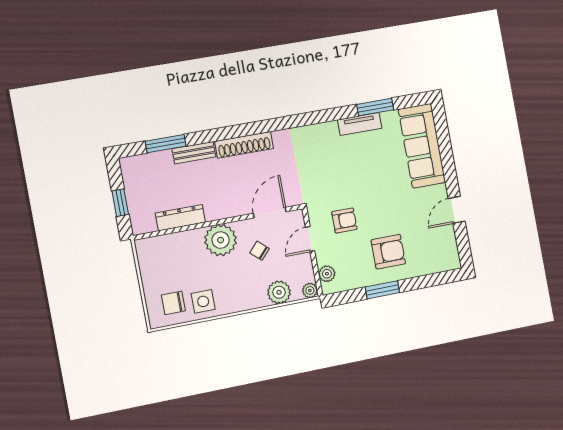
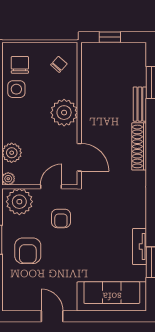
dresser: (180, 218) -> (89, 83), removed
door: (310, 239) -> (51, 187), hinge flipped
chair: (260, 251) -> (59, 64), moved
plant: (327, 274) -> (19, 202), width x1.87, depth x1.87

